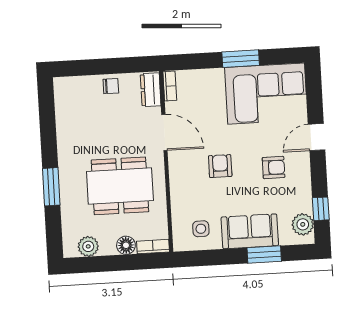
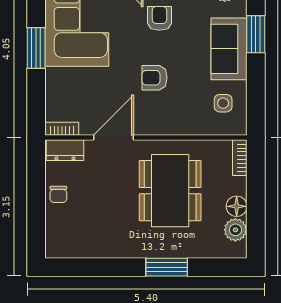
chair: (111, 86) -> (58, 194), turned 180
floor lamp: (126, 245) -> (237, 206), moved

